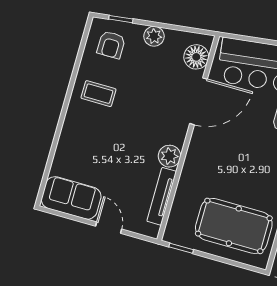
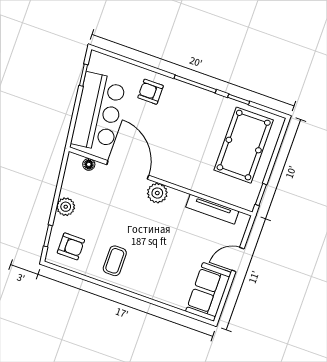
floor lamp: (196, 57) -> (89, 164), width x0.53, depth x0.53
plant: (169, 156) -> (157, 193), moved

